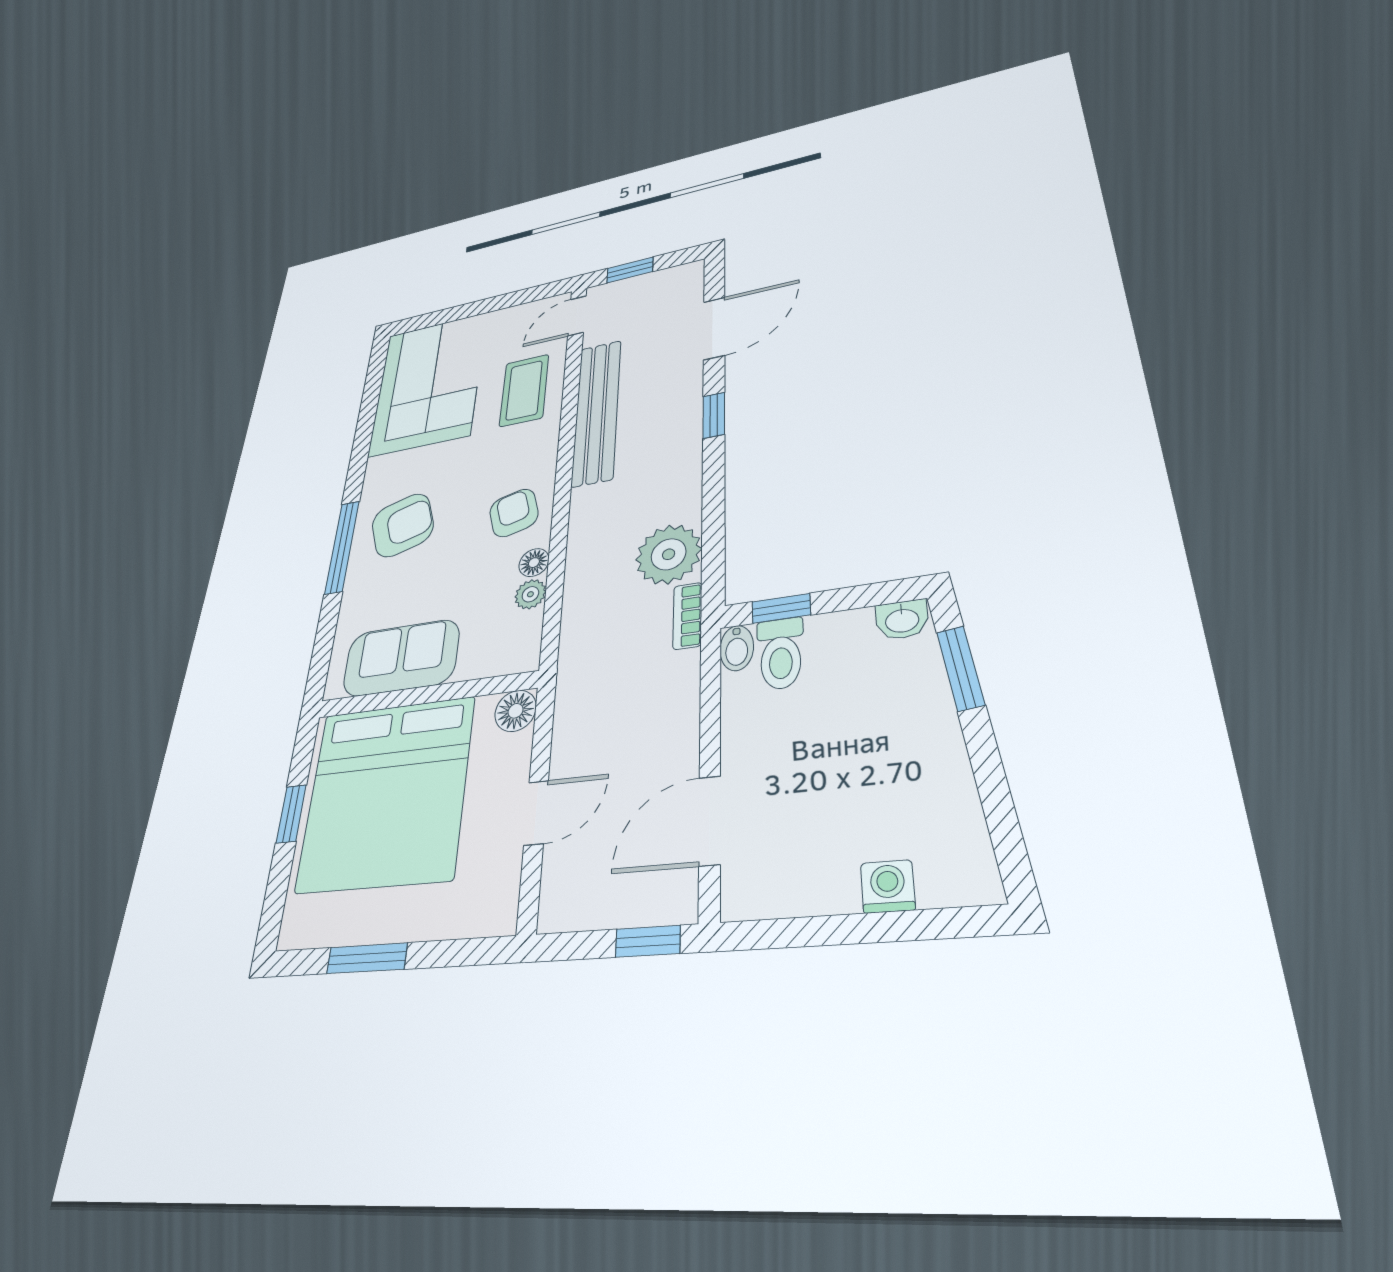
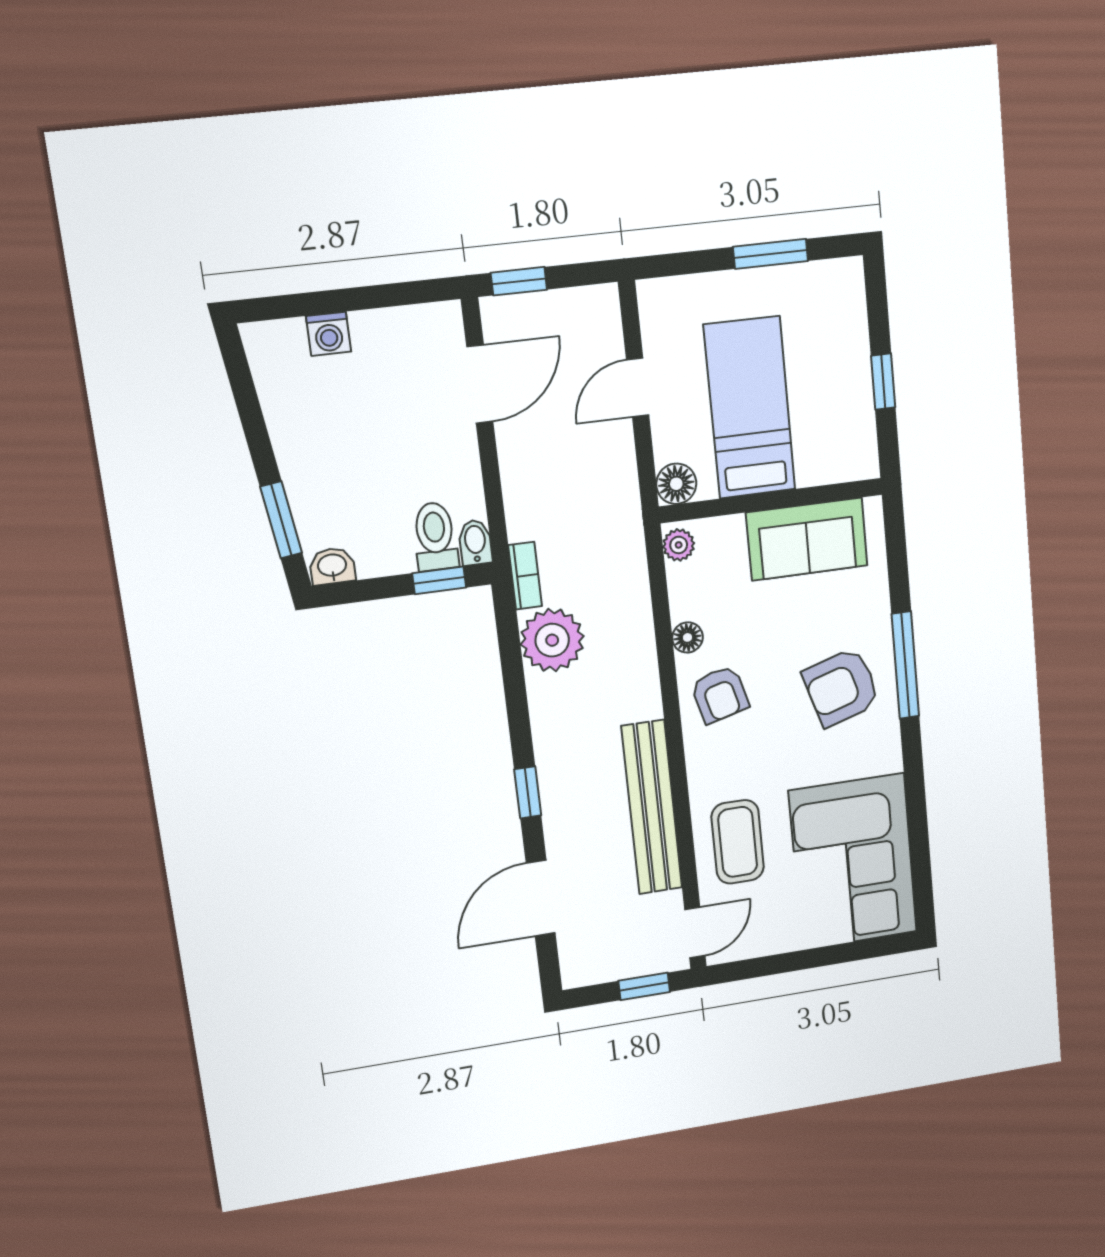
plant: (530, 594) -> (679, 545), moved
bed: (386, 794) -> (750, 408), width x0.49

